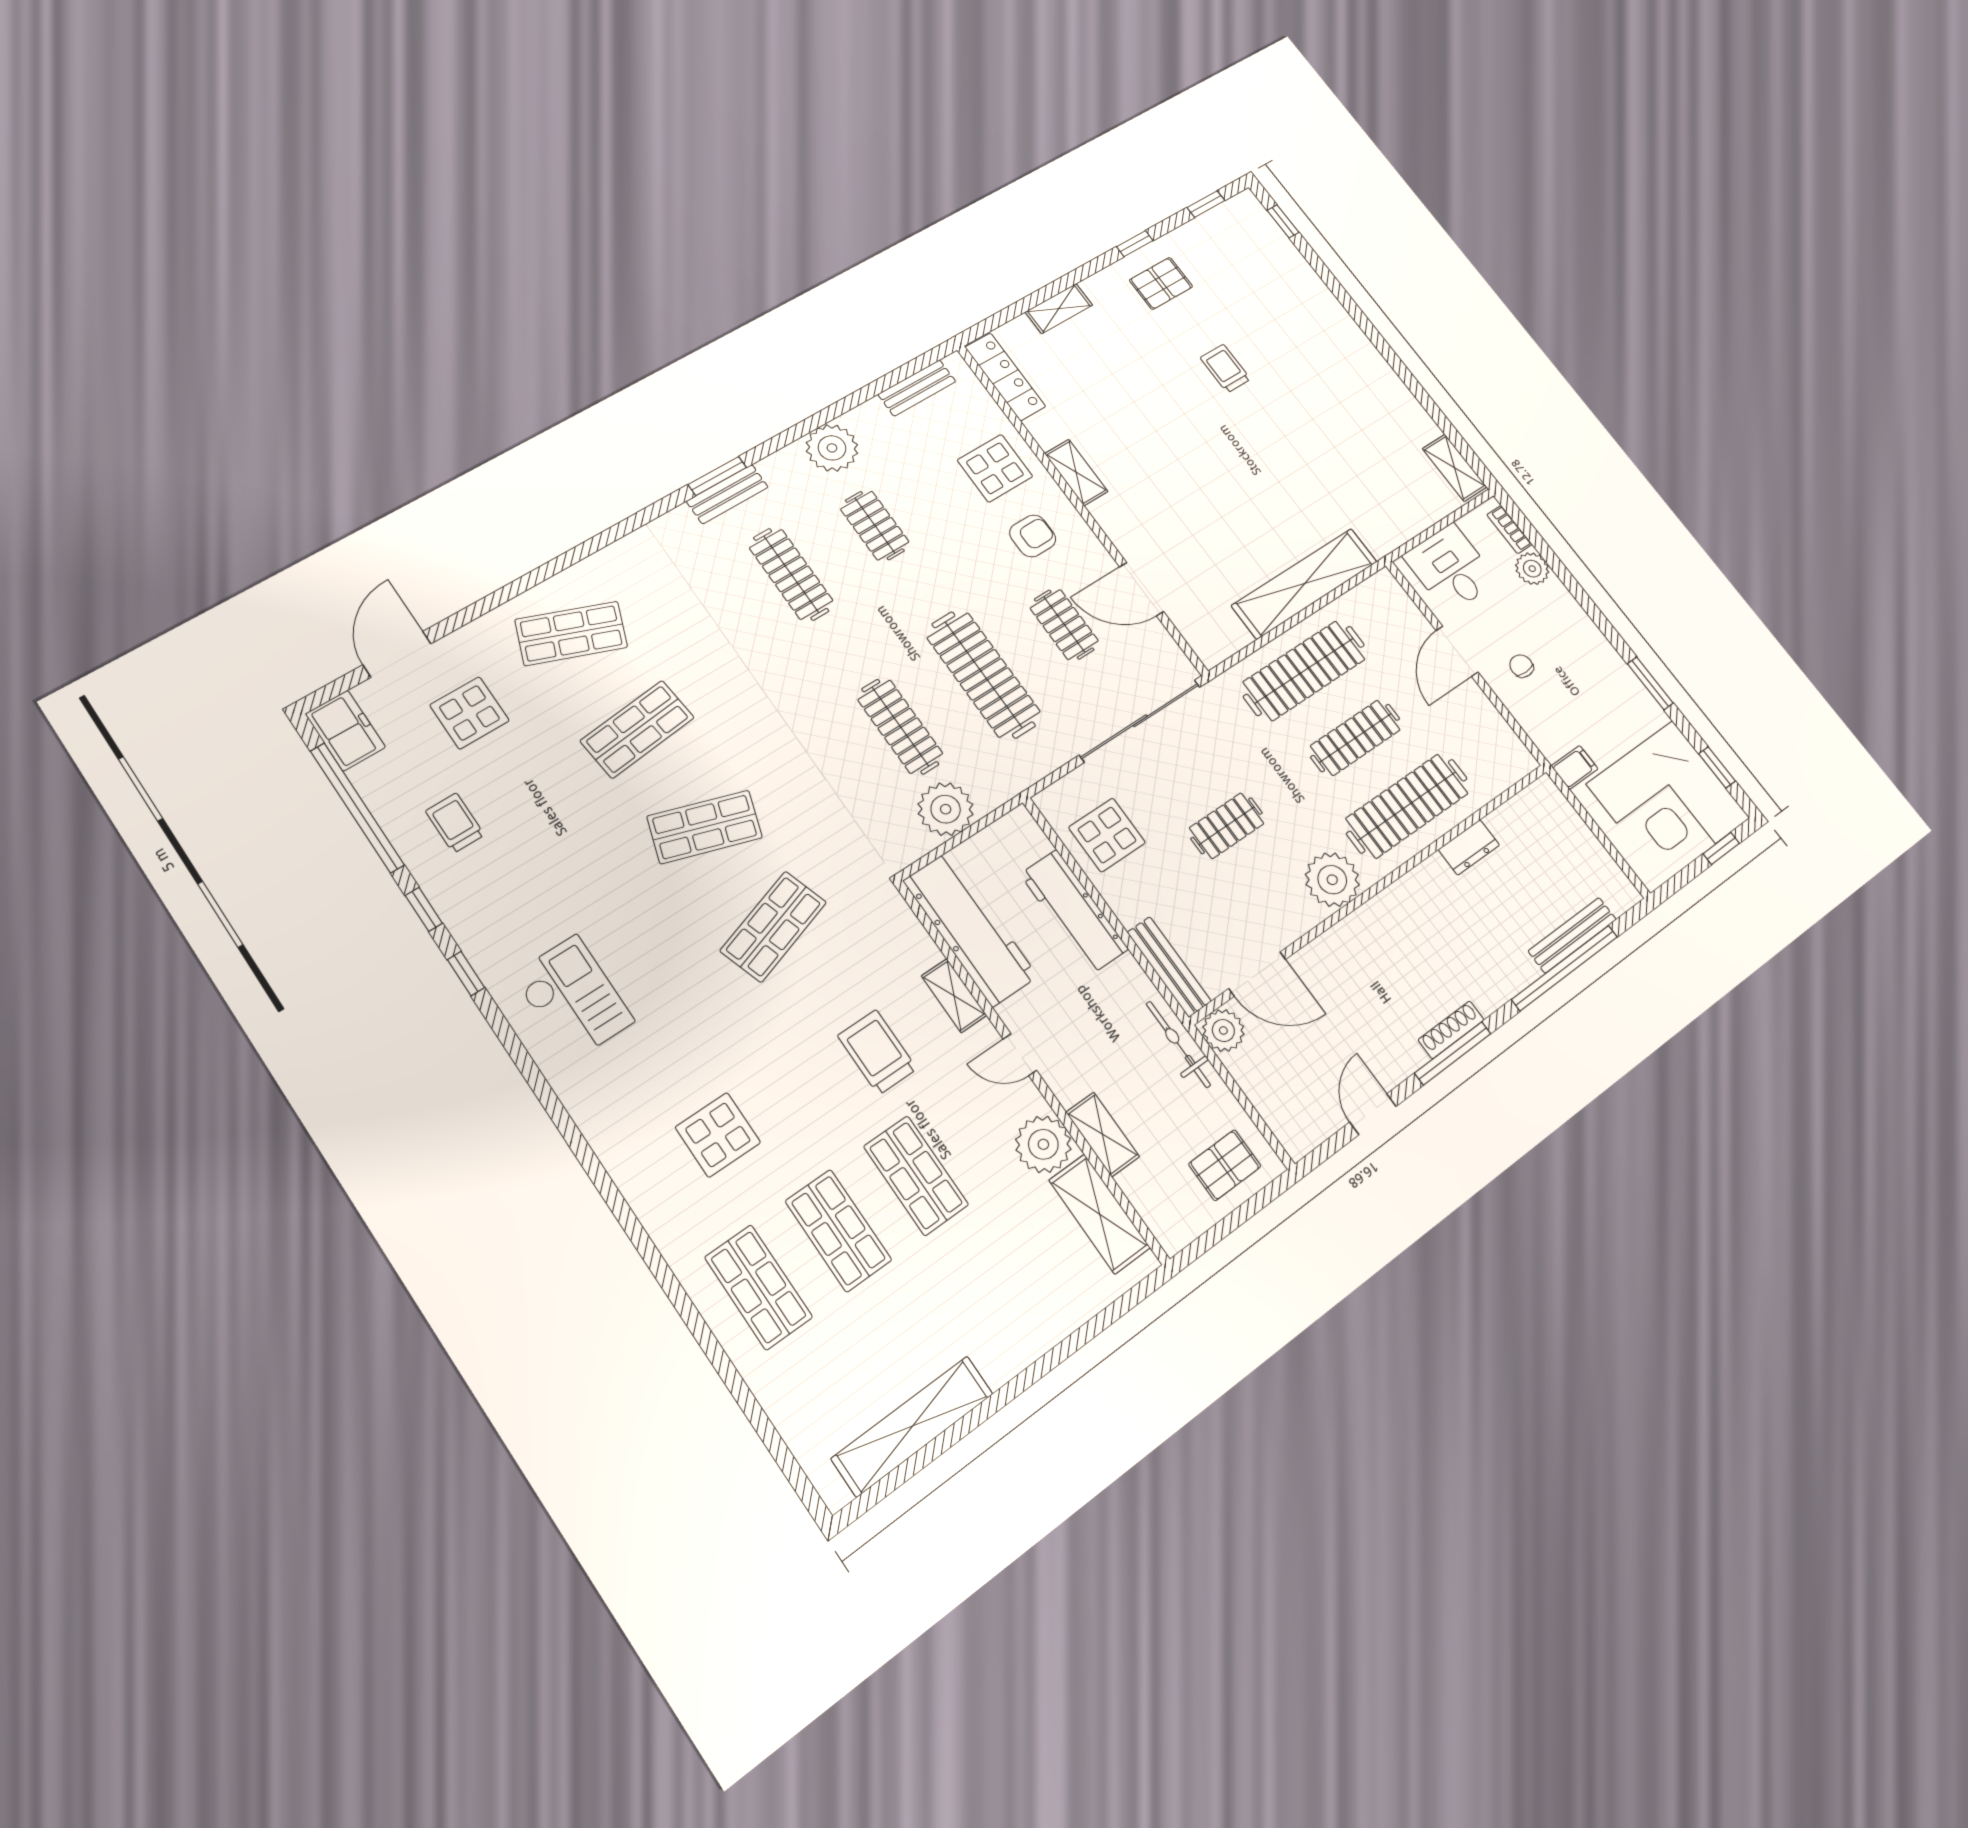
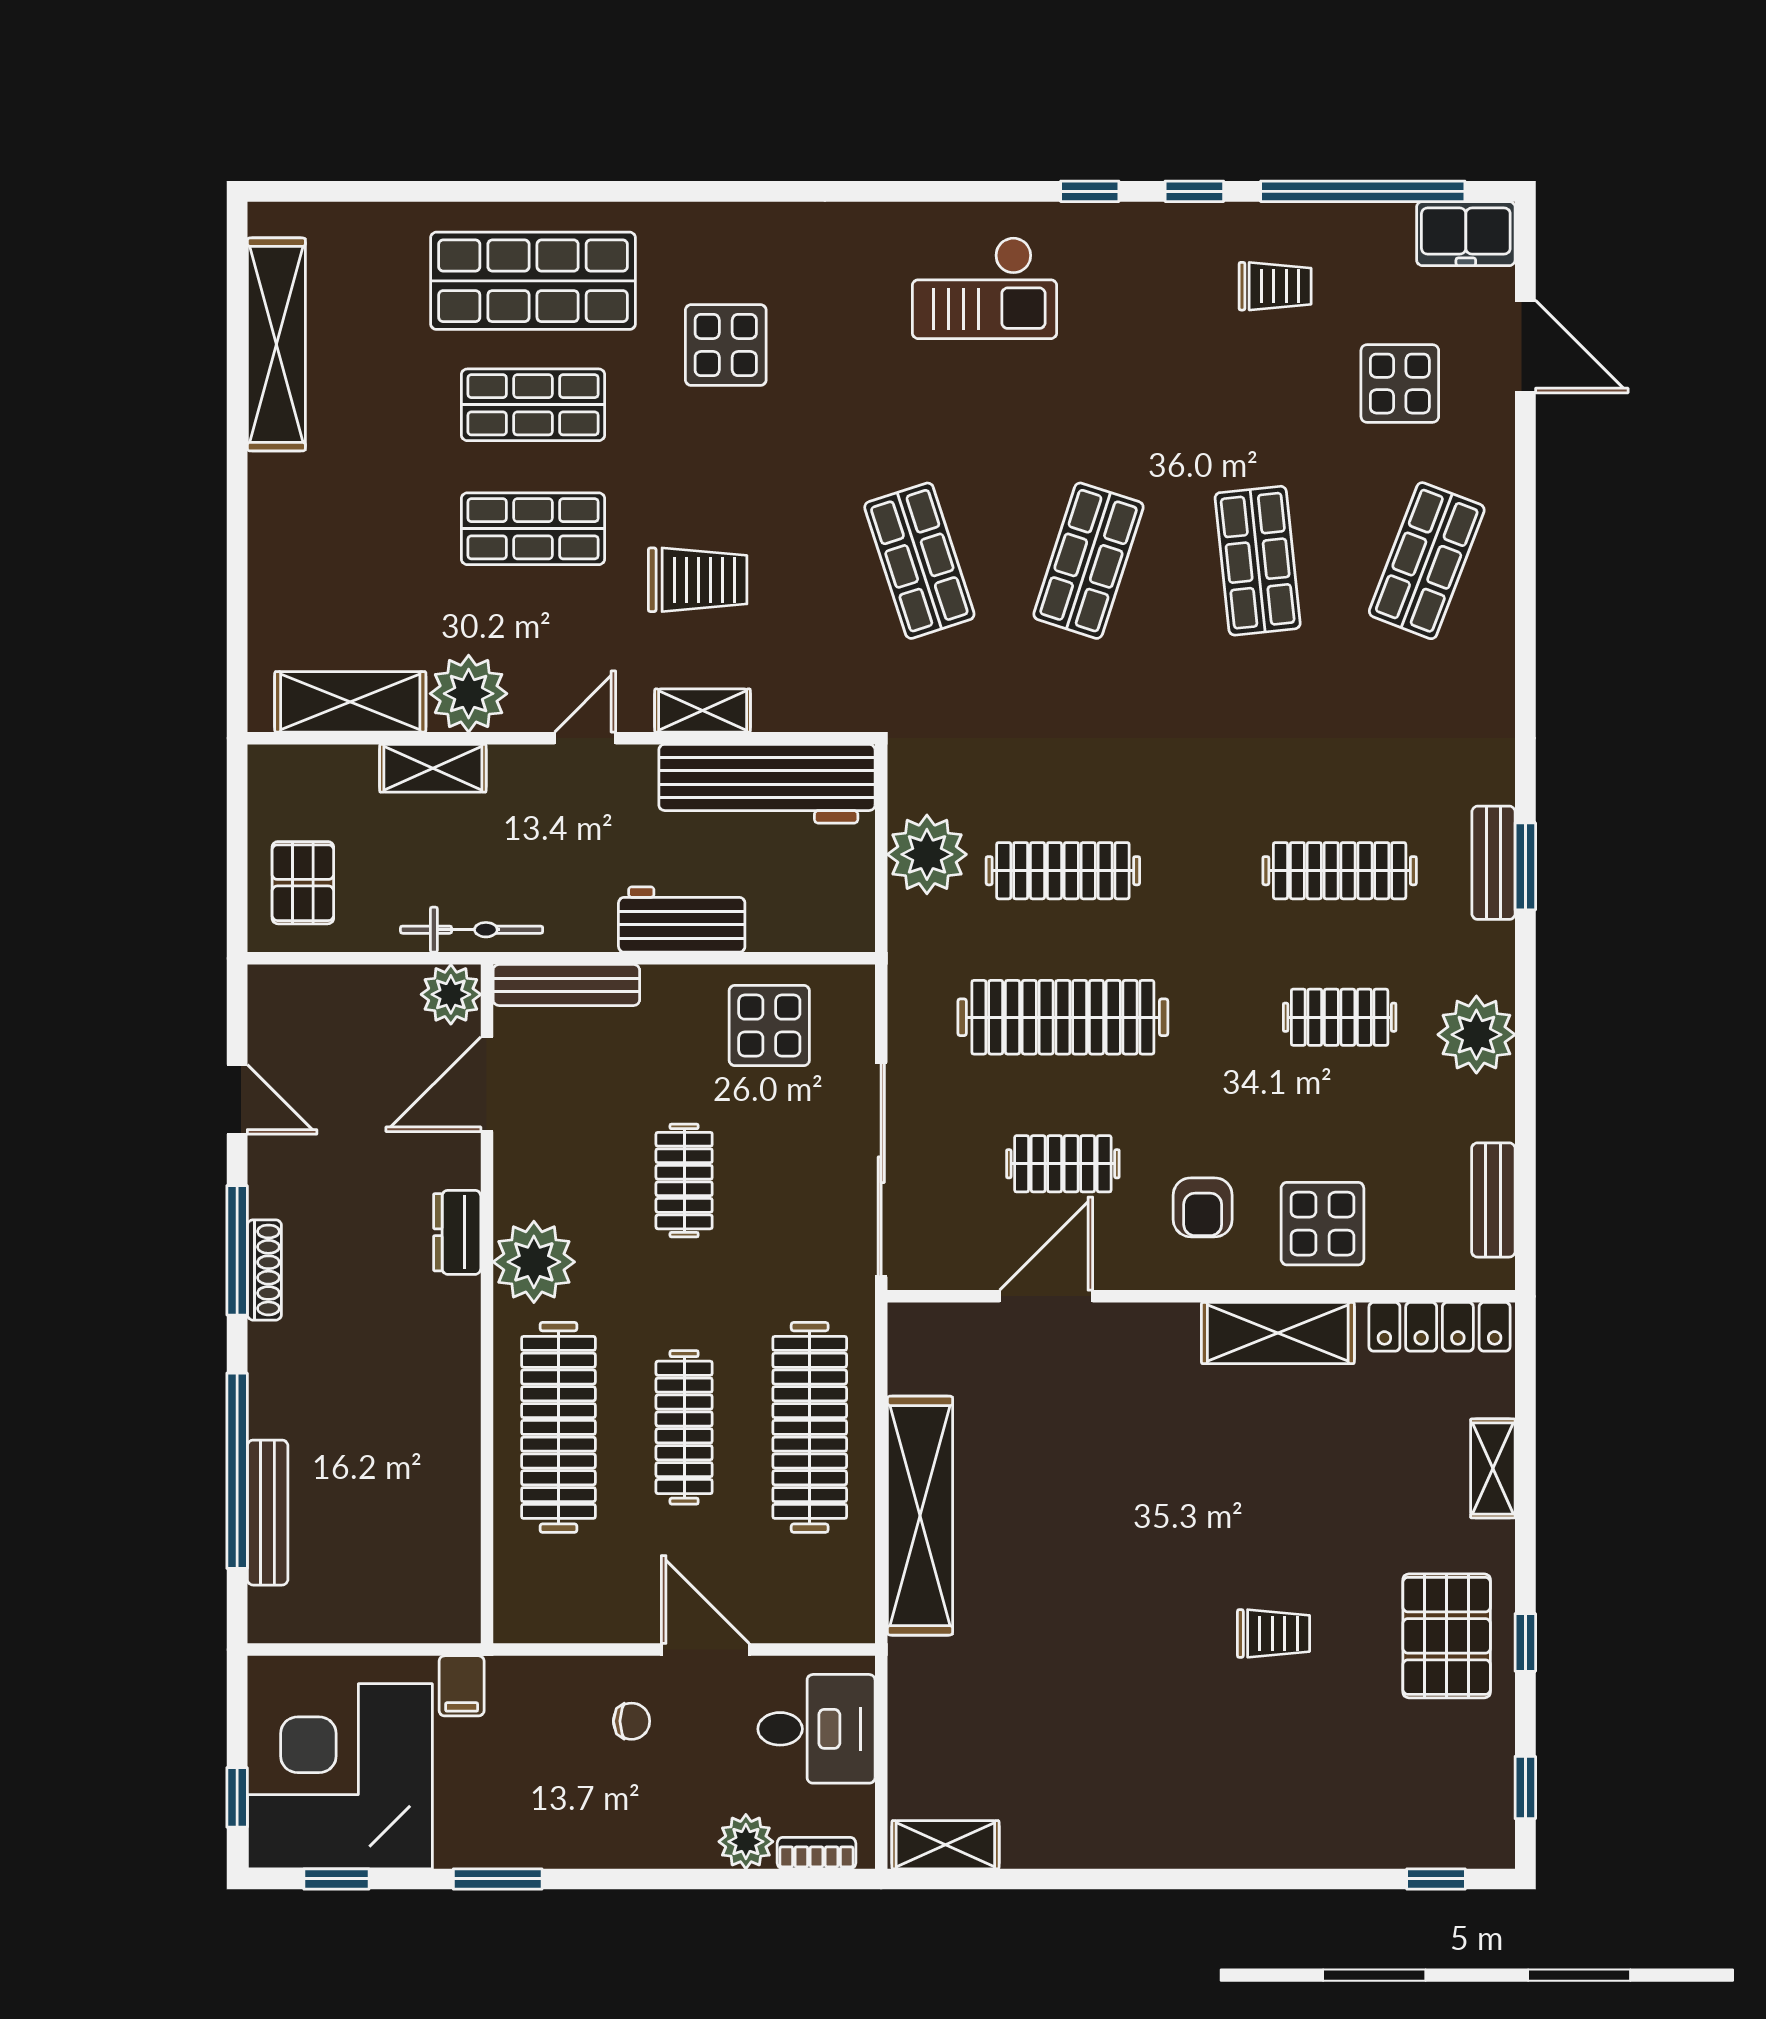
pallet: (1161, 283) -> (1447, 1636), width x1.50, depth x1.42
shelving: (1076, 472) -> (1278, 1333), width x1.50, depth x1.33
dresser: (1469, 847) -> (457, 1232), moved
workbench: (1074, 912) -> (682, 920), width x0.73
shop shelf: (759, 1287) -> (533, 281), width x1.43, depth x1.36

